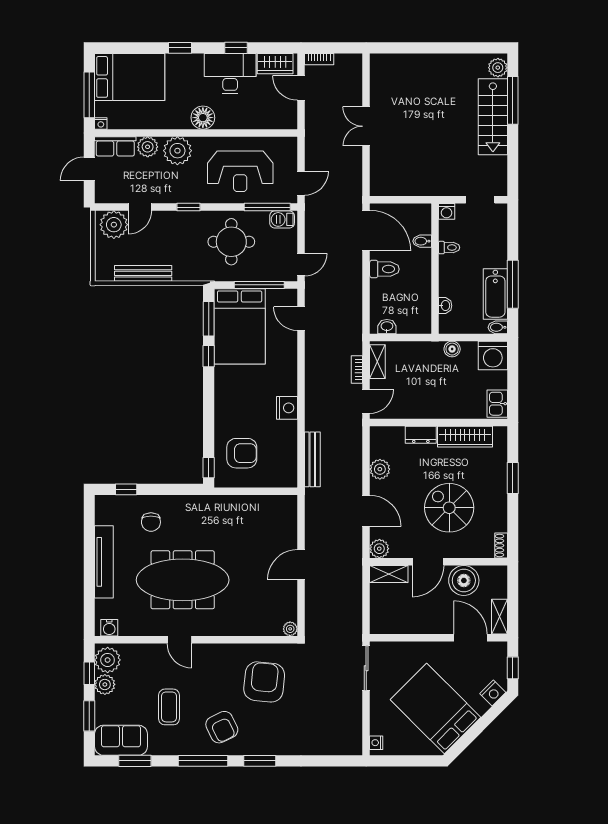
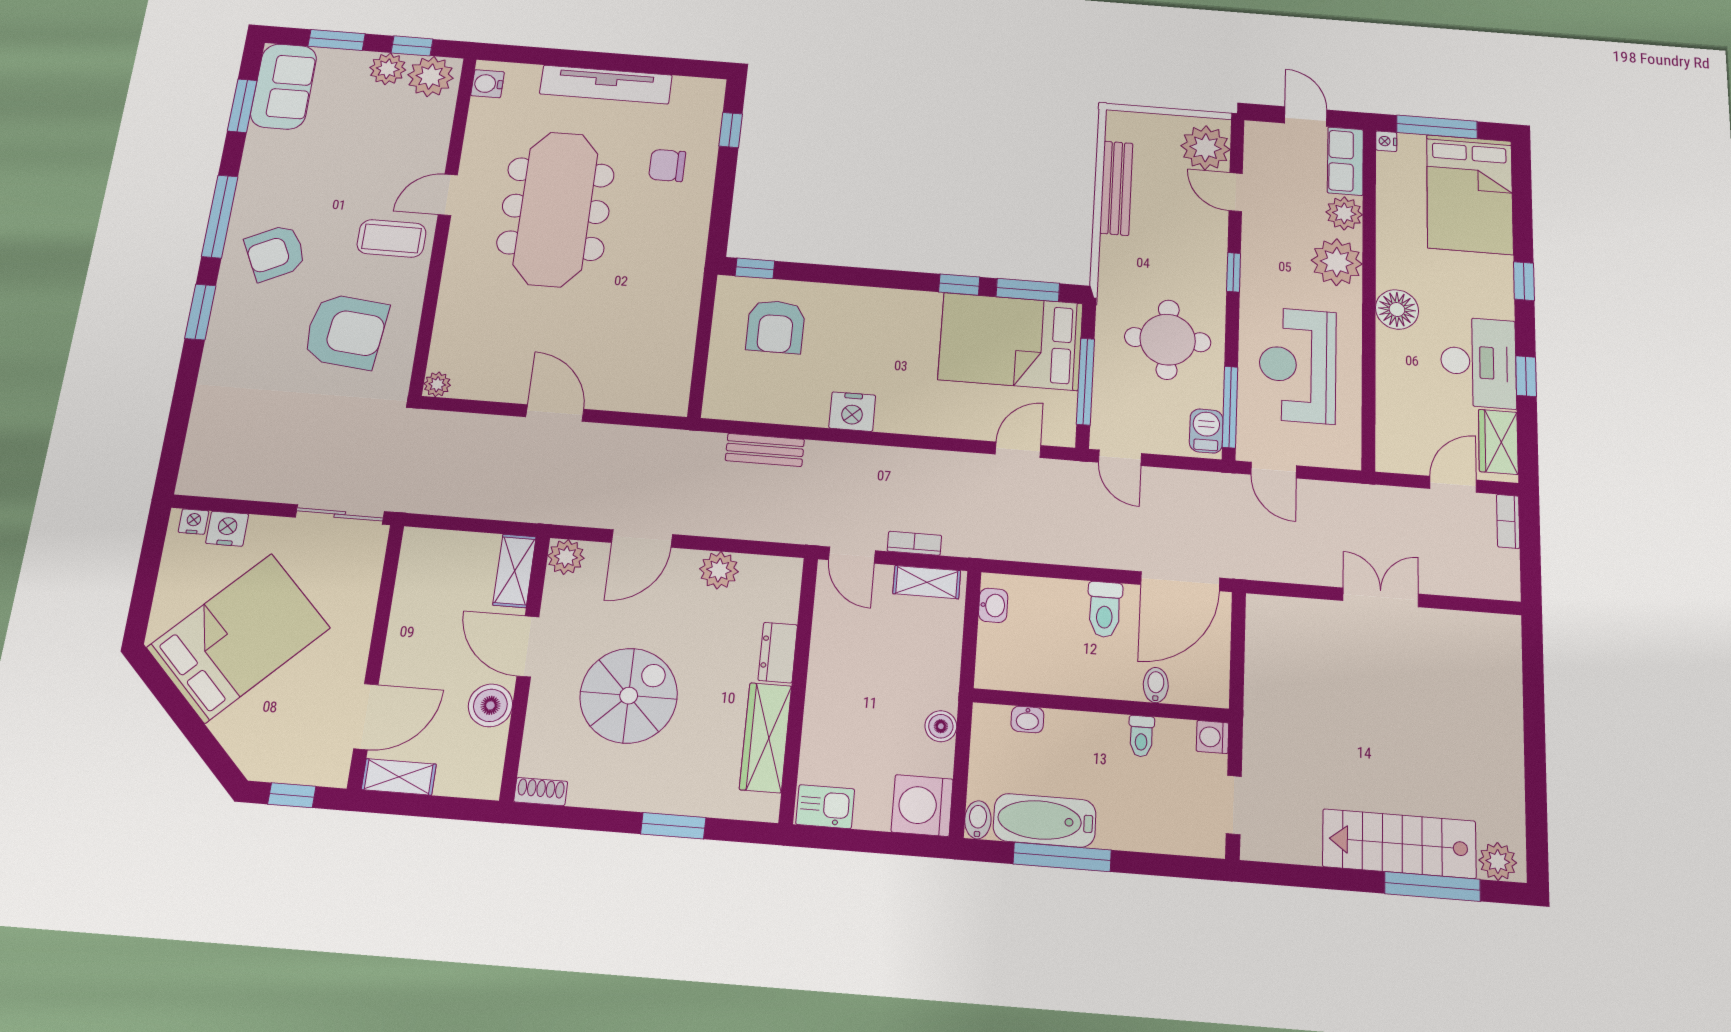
bench: (312, 459) -> (765, 450), width x0.73
boiler: (464, 580) -> (490, 705), width x0.73, depth x0.73
nightstand: (493, 693) -> (227, 529), moved, turned 135
coffee table: (169, 707) -> (392, 239), moved

